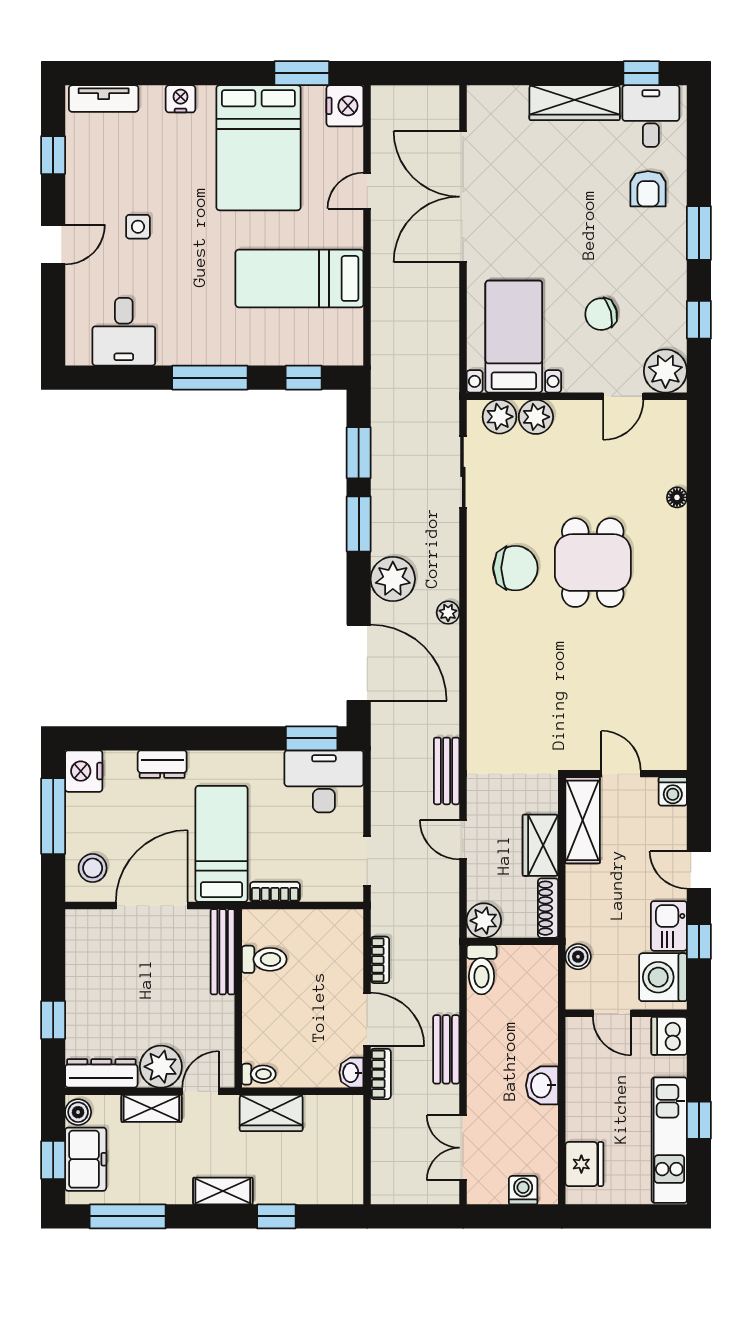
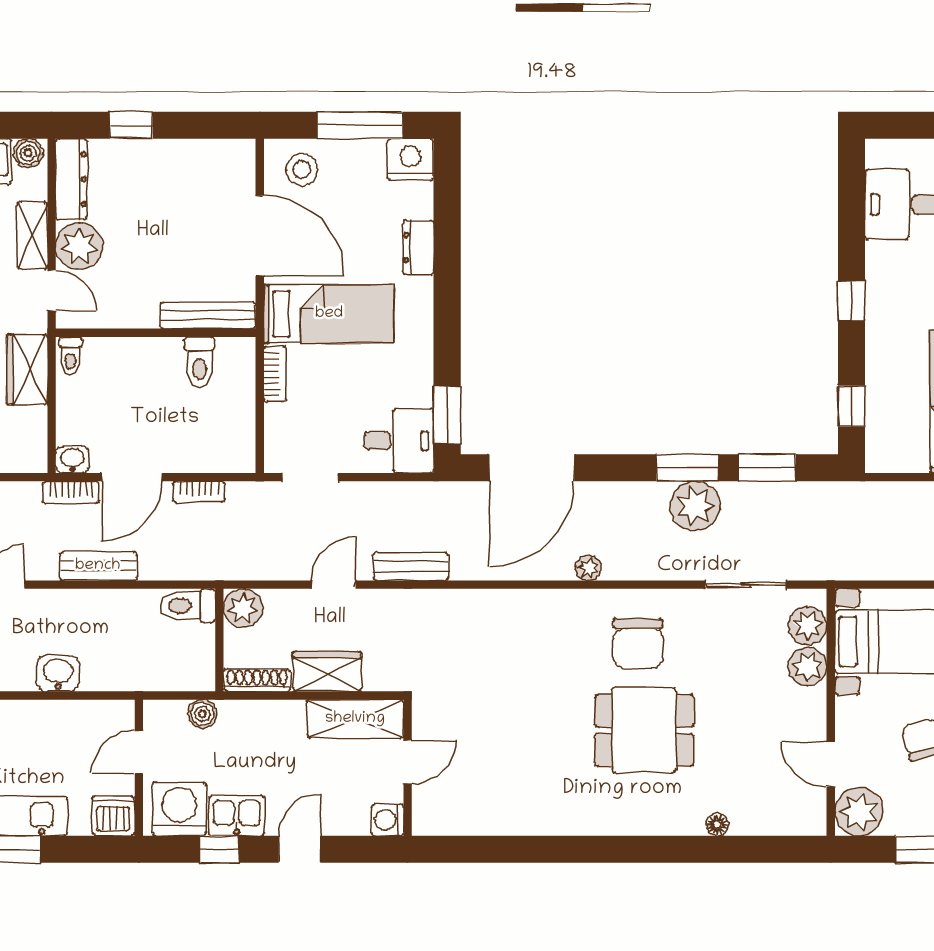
window: (210, 378) -> (852, 301), width x0.46
plant: (393, 579) -> (695, 506), moved
desk: (324, 781) -> (399, 441), width x0.73

